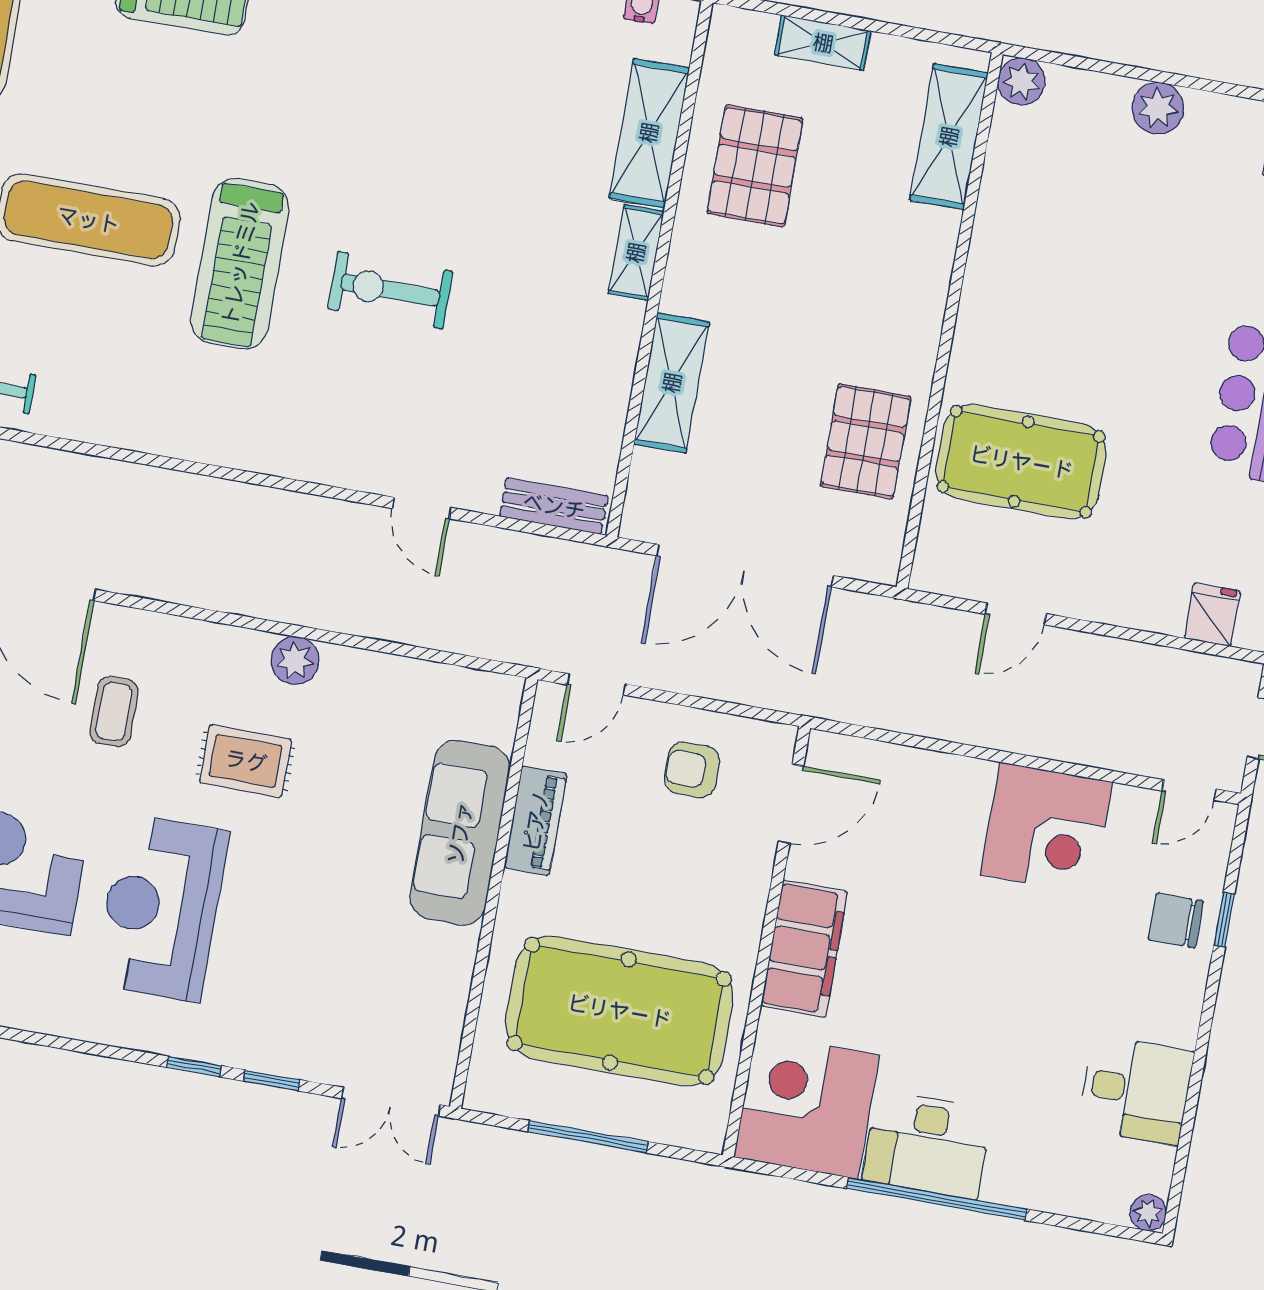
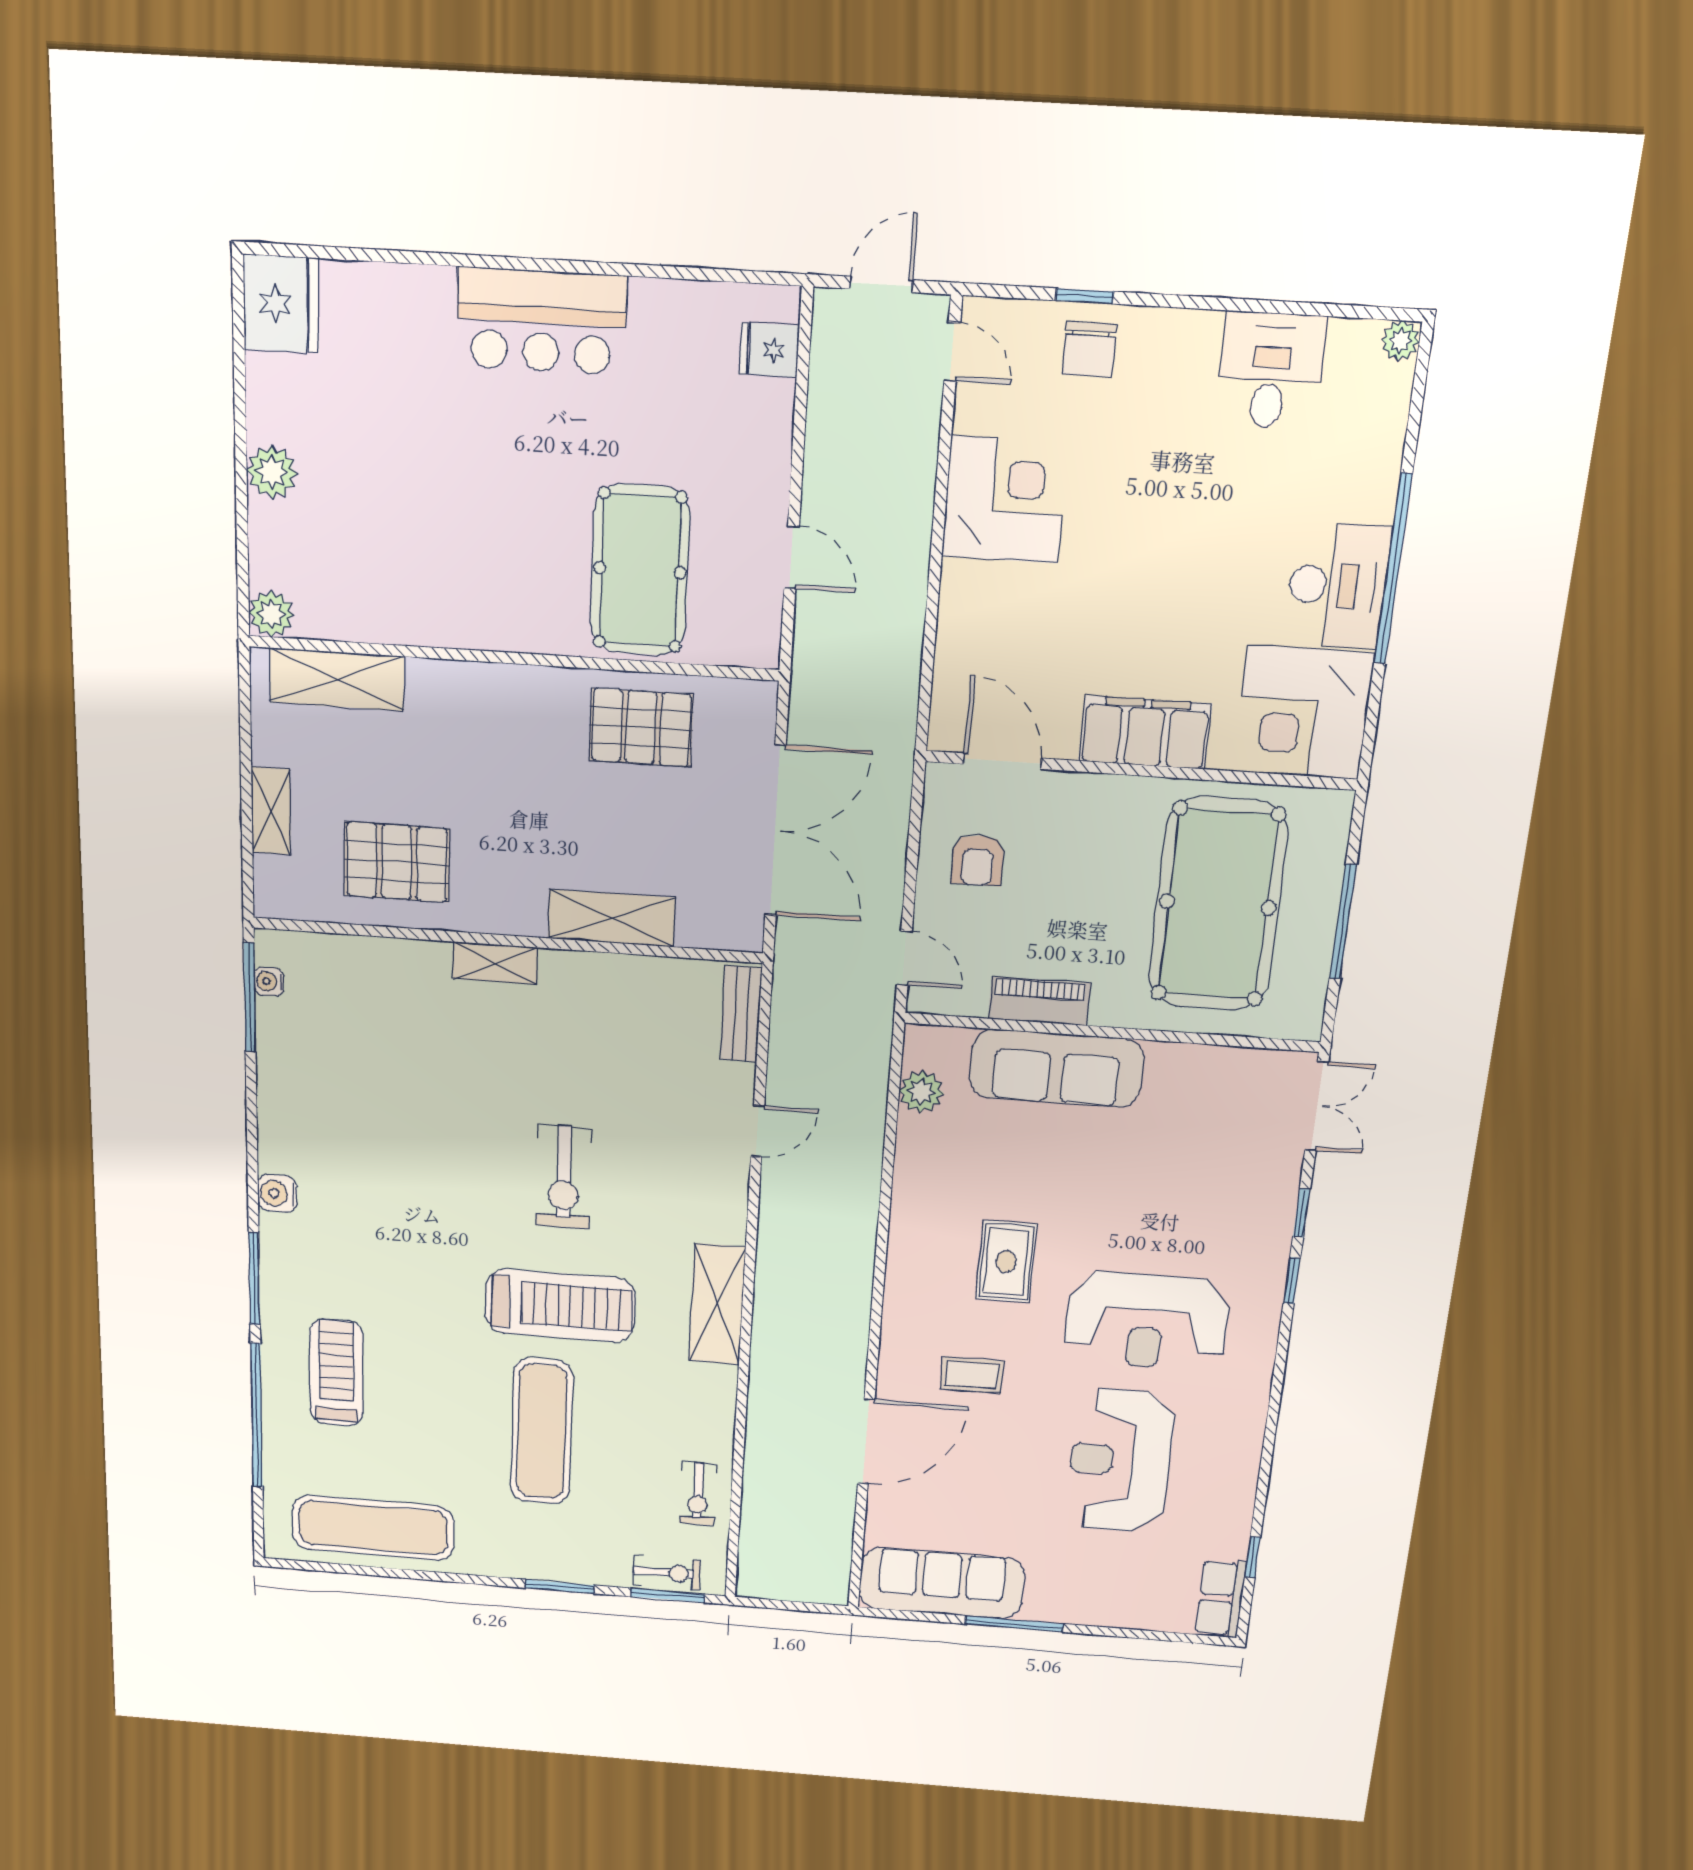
shelving: (649, 133) -> (717, 1304), moved, turned 90
plant: (295, 661) -> (921, 1092), moved

